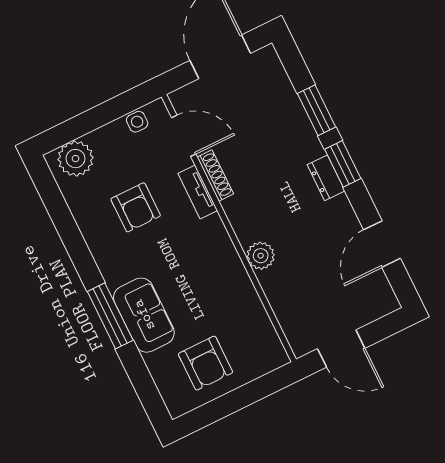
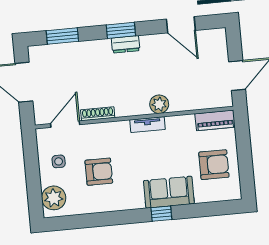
window: (317, 110) -> (62, 36), moved
side table: (137, 122) -> (59, 161), moved
tv unit: (198, 192) -> (148, 125), moved
window: (110, 316) -> (161, 214), width x0.46
piano: (267, 342) -> (215, 120), added

